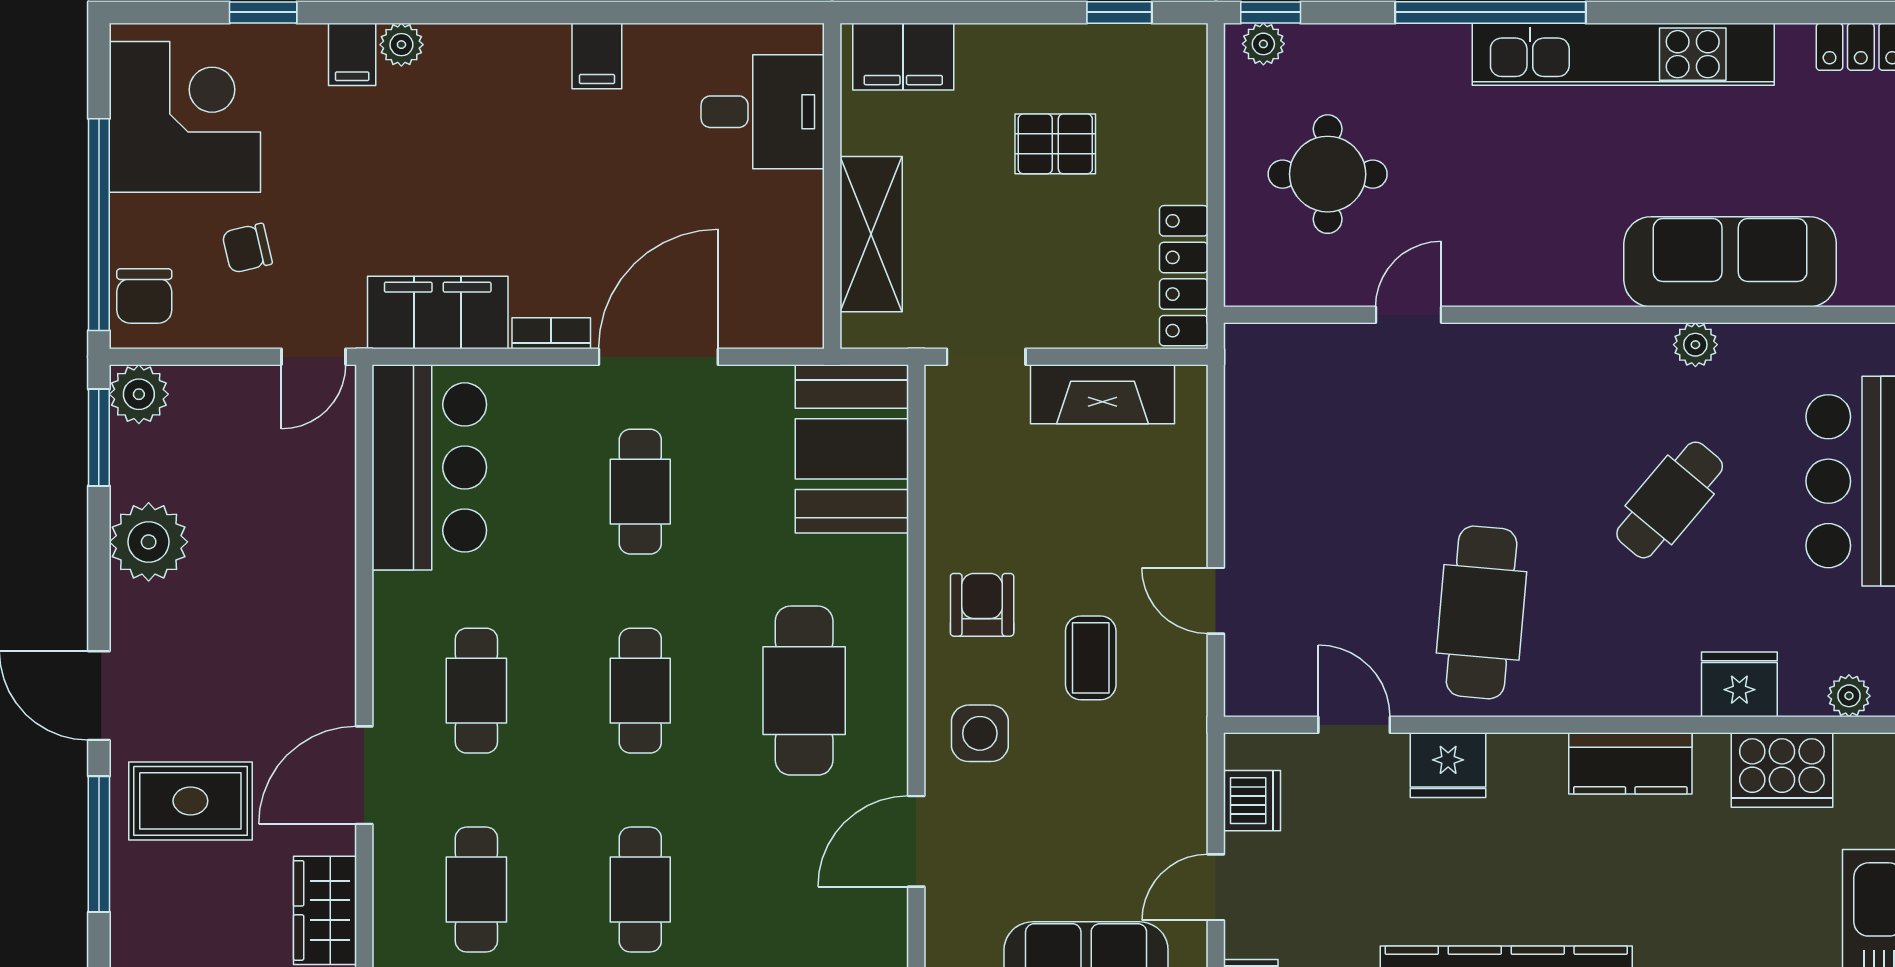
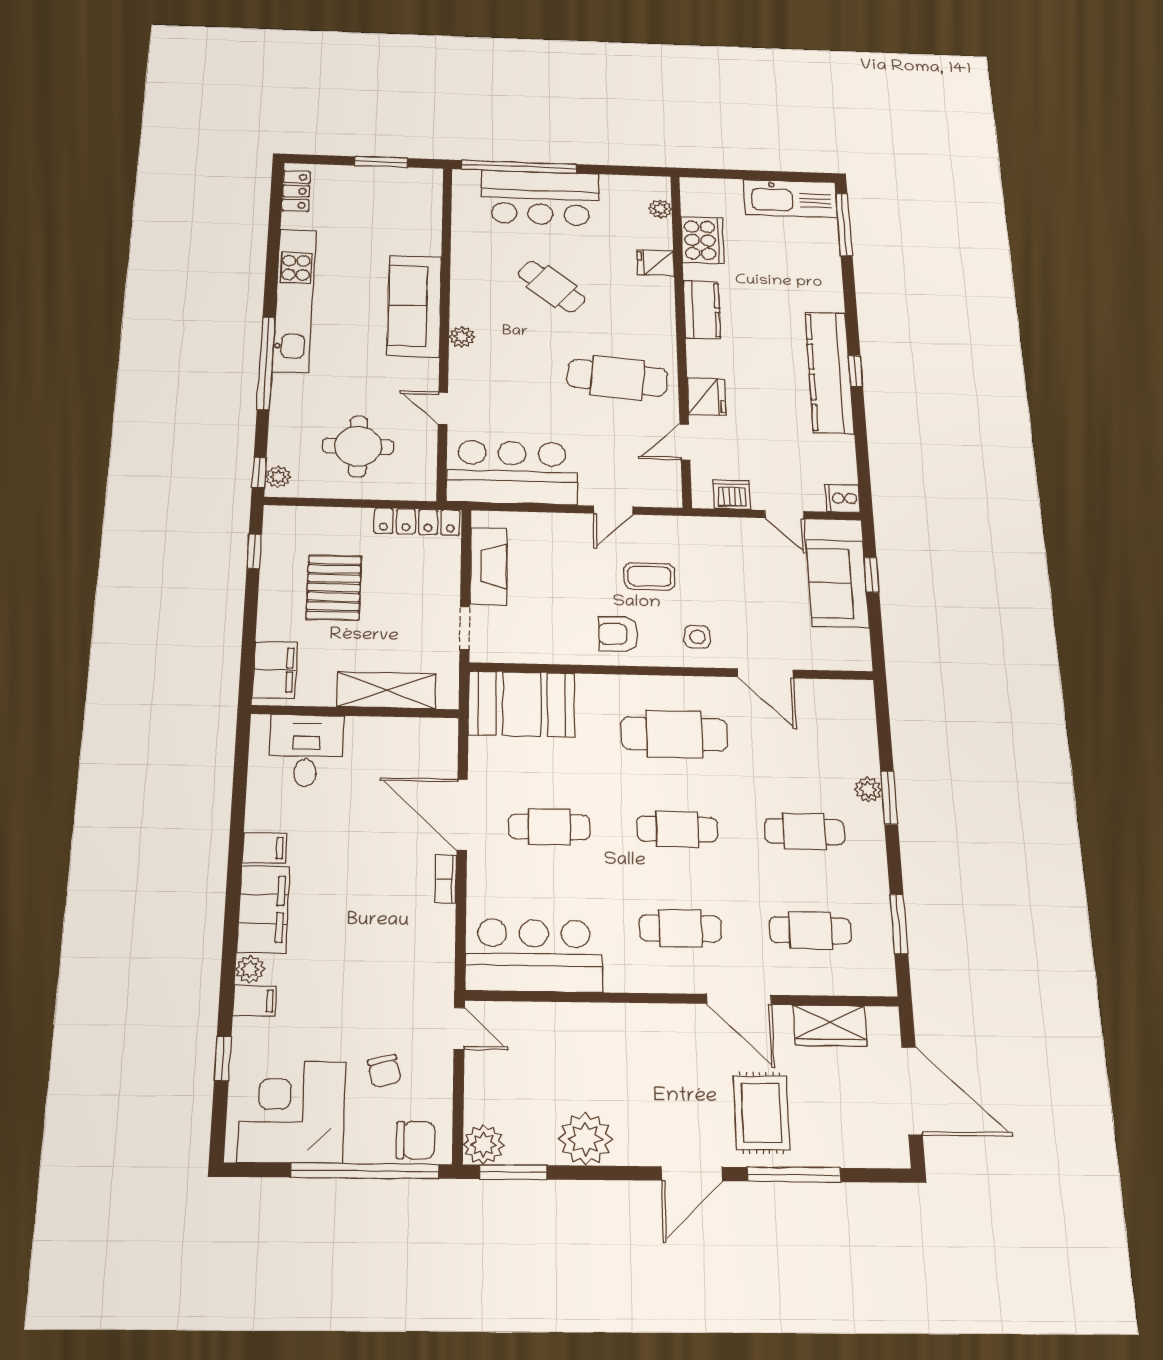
pallet: (1055, 144) -> (334, 588), width x1.50, depth x1.42
sofa: (1730, 262) -> (414, 306), moved
filing cabinet: (438, 313) -> (263, 909), moved, turned 180
plant: (1695, 345) -> (462, 337), moved
bar counter: (1285, 432) -> (512, 472), added
fridge: (1739, 684) -> (655, 263), width x0.72
side table: (980, 733) -> (697, 637), width x0.73, depth x0.73

